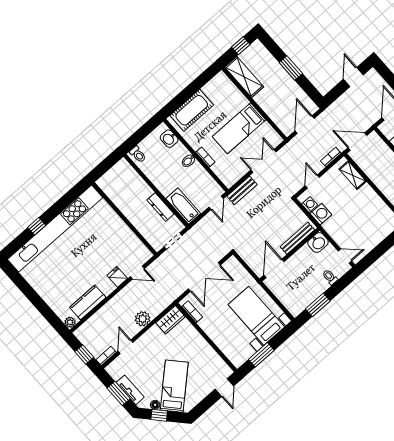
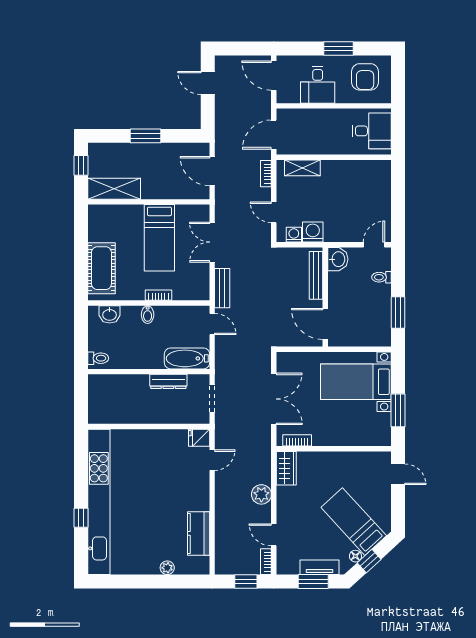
fridge: (117, 277) -> (199, 438), moved
plant: (70, 322) -> (167, 568), moved

